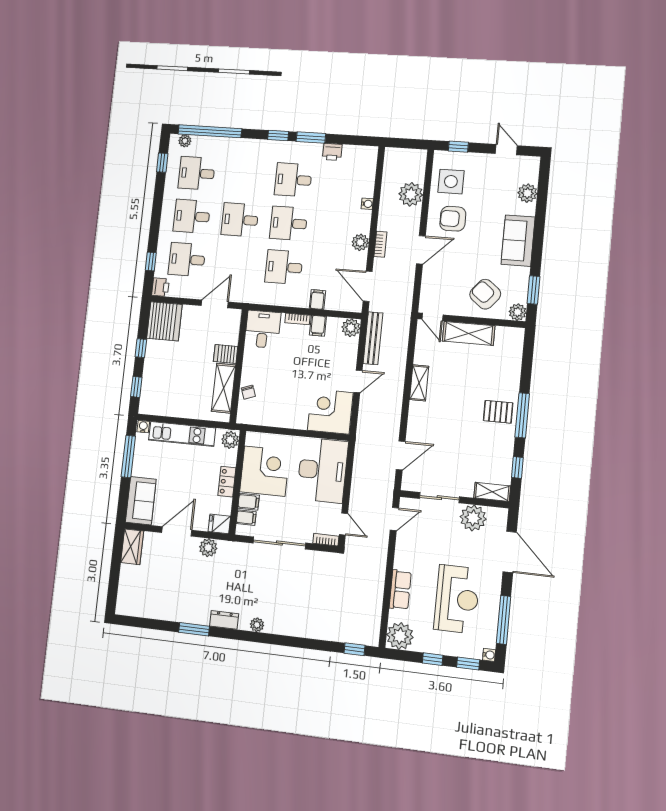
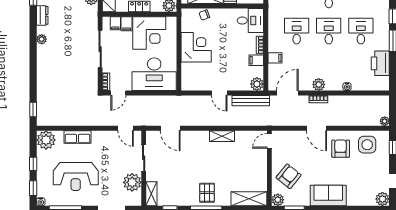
printer: (332, 152) -> (380, 63), width x1.87, depth x1.48
plant: (527, 193) -> (382, 199), moved
plant: (411, 194) -> (385, 121), moved, width x0.53, depth x0.53
shelving: (469, 333) -> (249, 199), moved, turned 90
corner desk: (330, 411) -> (196, 47), moved

